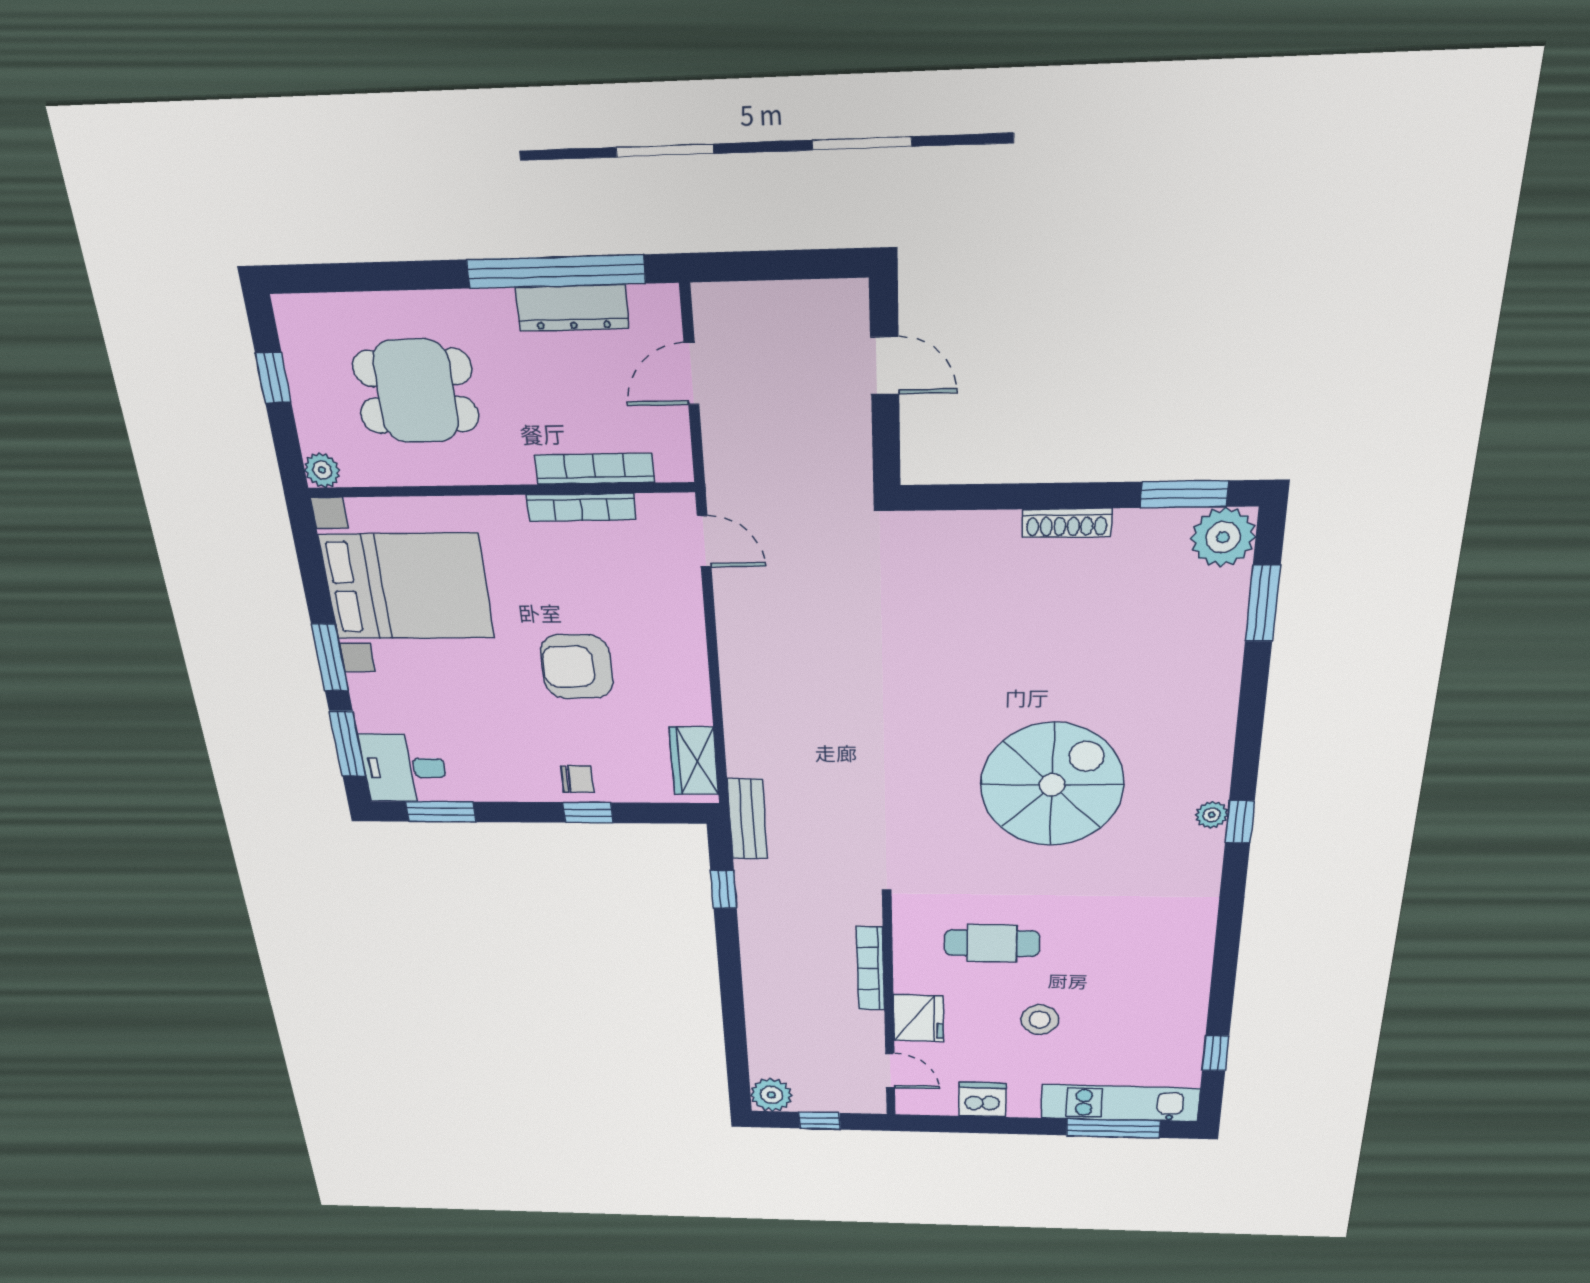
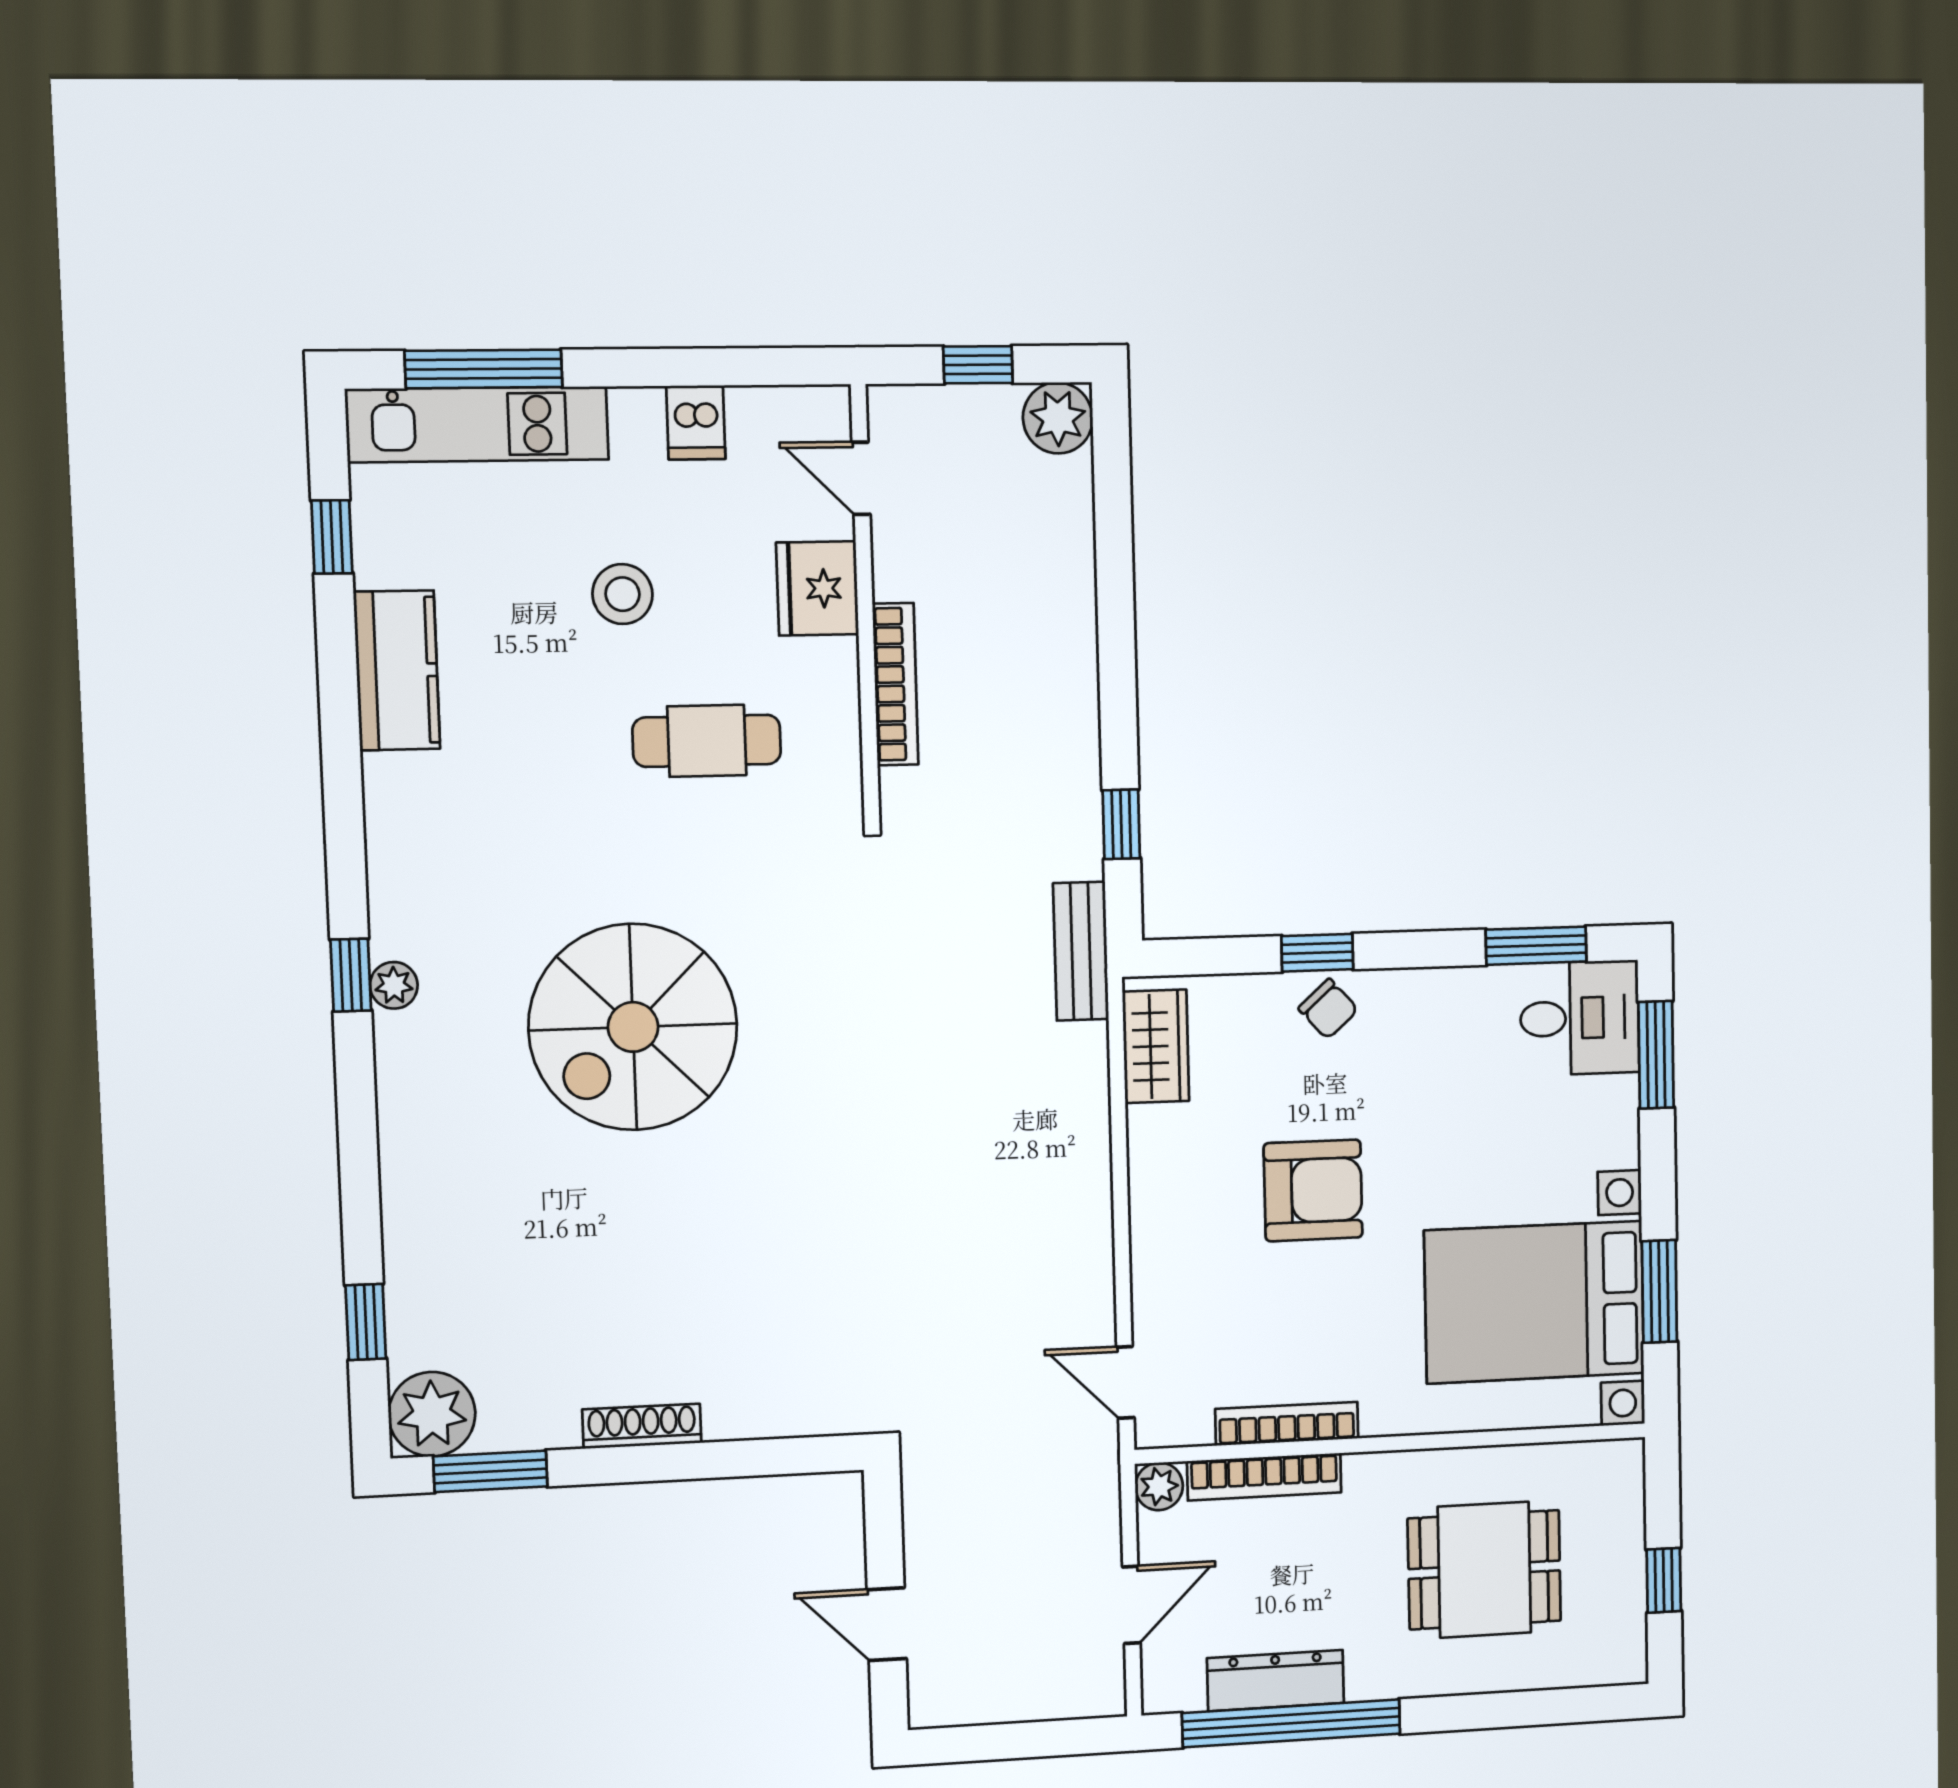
plant: (322, 470) -> (1159, 1486), moved
window: (1263, 603) -> (366, 1322), width x0.67
window: (330, 657) -> (1659, 1291), moved
chair: (577, 779) -> (1328, 1009), turned -132
kitchen counter: (1185, 986) -> (397, 670), added
dishwasher: (982, 1100) -> (696, 422), width x0.73

